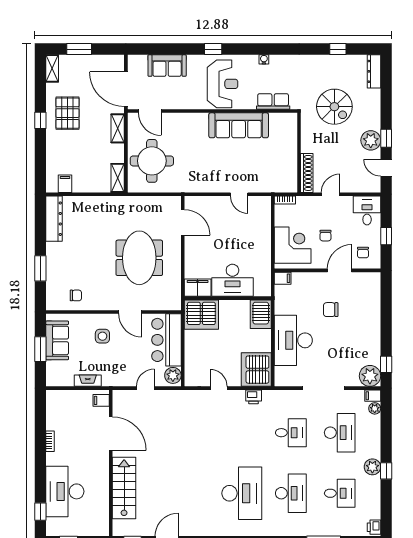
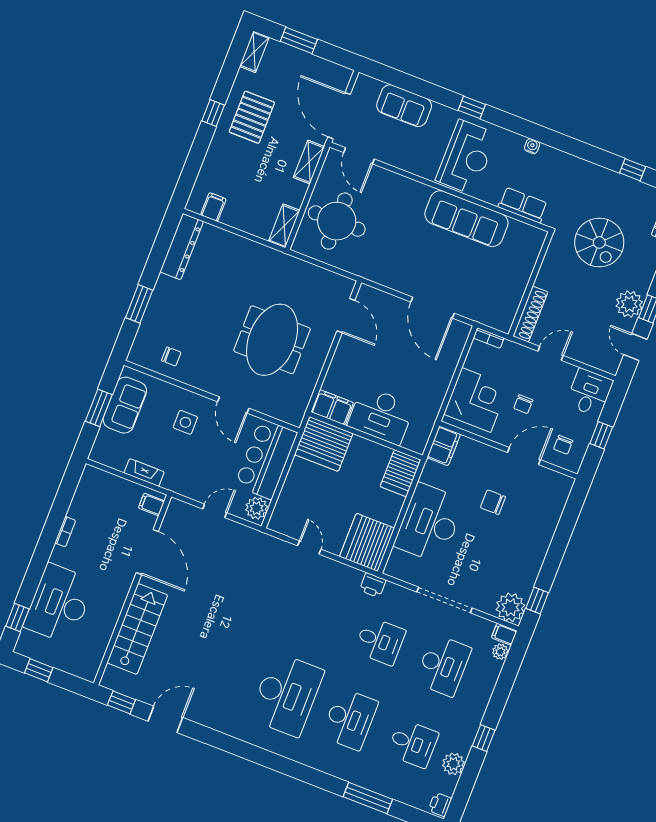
door: (239, 194) -> (433, 308), width x1.87
filing cabinet: (283, 278) -> (444, 446), width x2.00
printer: (254, 397) -> (373, 585), moved
plant: (372, 467) -> (453, 764), moved

